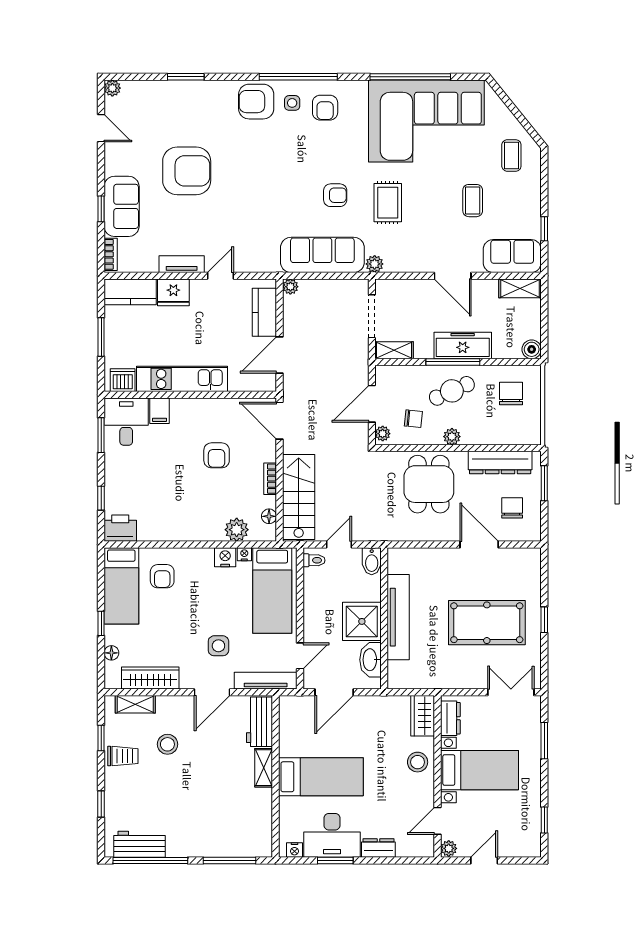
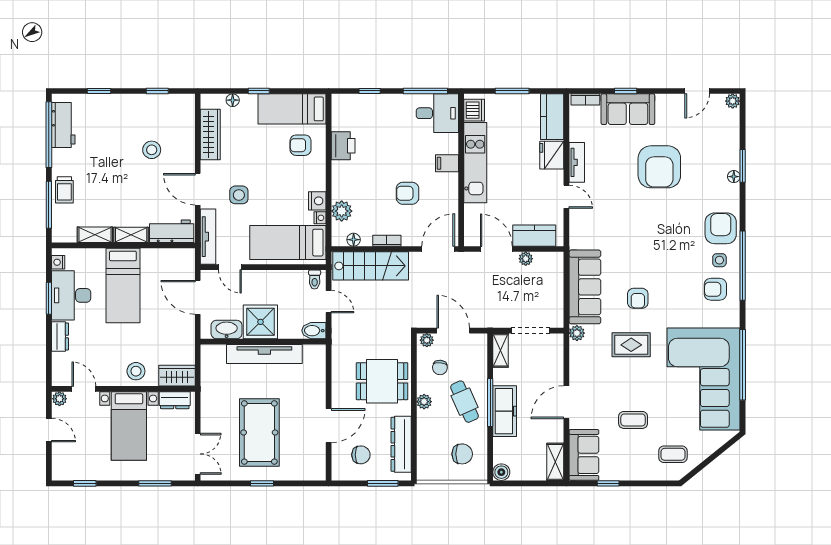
floor lamp: (198, 87) -> (734, 177), added
plant: (290, 287) -> (526, 259), moved
filing cabinet: (160, 411) -> (447, 163), moved
window: (101, 435) -> (425, 91), width x1.44
printer: (120, 528) -> (343, 146), moved
shelving: (135, 704) -> (95, 235), moved, turned 90
trolley: (123, 756) -> (64, 190), moved

